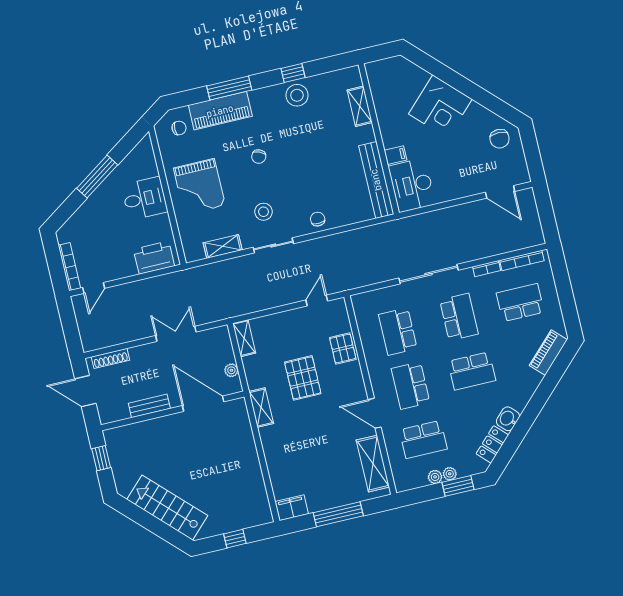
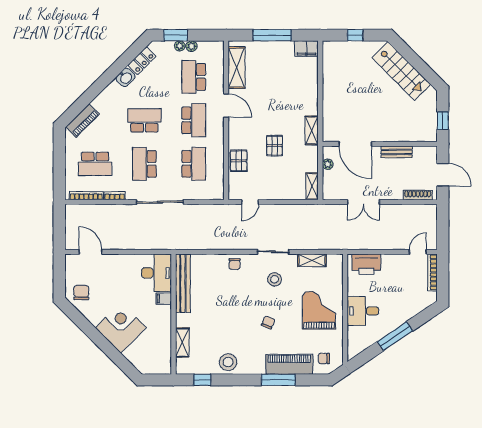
window: (293, 73) -> (202, 380), moved
pallet: (303, 378) -> (275, 146), width x0.67, depth x0.71
school desk: (423, 439) -> (194, 77), turned -90

